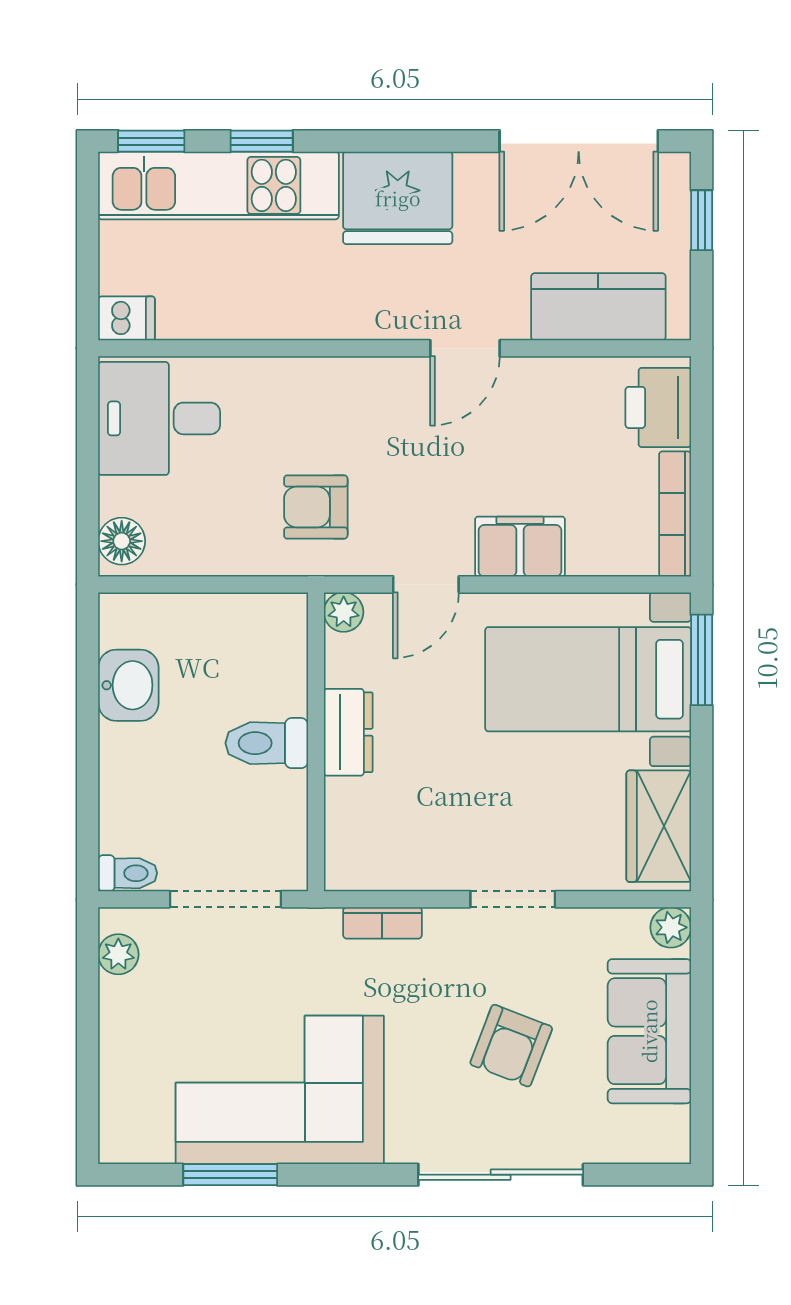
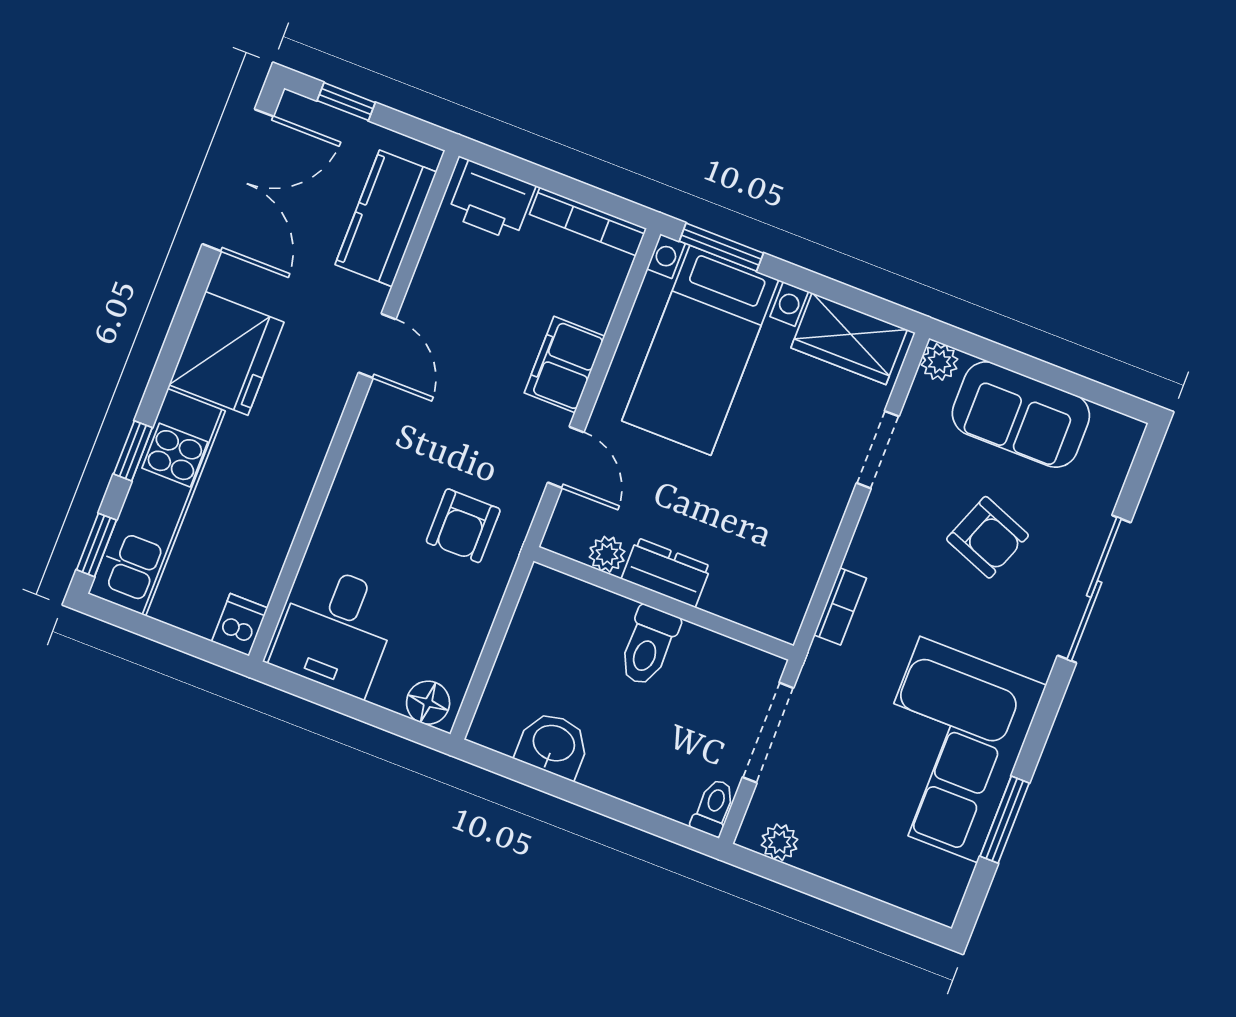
plant: (344, 612) -> (607, 554), moved
doorway: (513, 899) -> (878, 450), moved

